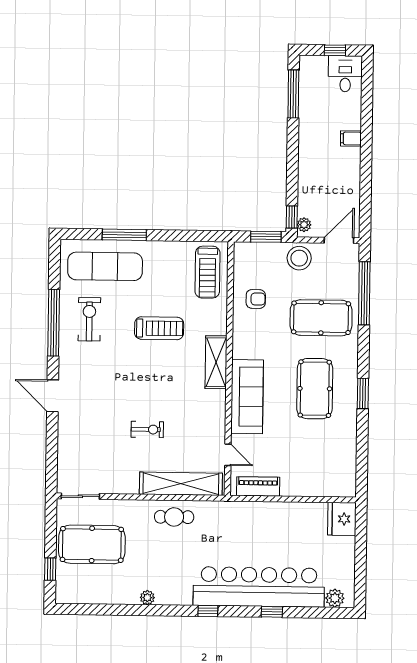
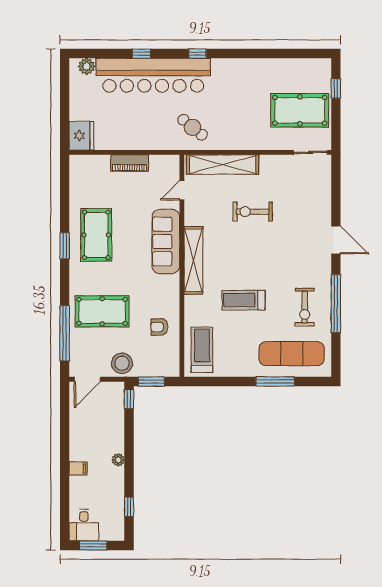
window: (335, 50) -> (93, 546), width x1.50
window: (293, 94) -> (129, 507), width x0.46
plant: (304, 225) -> (118, 460), moved
shelving: (216, 362) -> (193, 260), width x1.47
pool table: (315, 389) -> (96, 235), moved
exercise bike: (147, 429) -> (253, 212), width x1.38, depth x1.39
door: (228, 455) -> (182, 190), hinge flipped
piano: (258, 486) -> (130, 163), moved
cafe table: (174, 517) -> (193, 127), moved, turned 39
plant: (147, 598) -> (251, 65), removed

